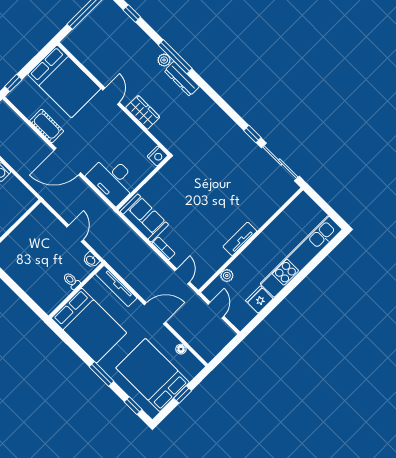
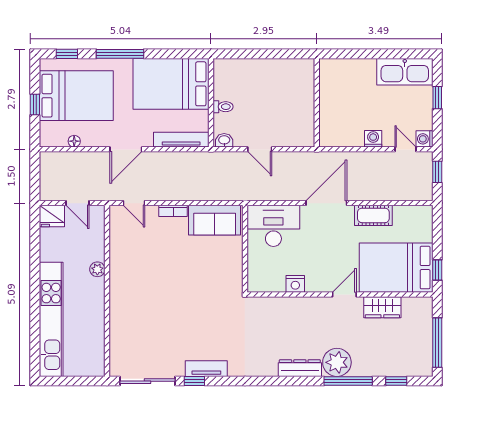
window: (175, 57) -> (348, 381), moved
plant: (164, 60) -> (337, 362), width x1.88, depth x1.88
window: (13, 83) -> (437, 270), moved
door: (111, 96) -> (344, 294), swing flipped
wardrobe: (143, 112) -> (382, 307), moved
nightstand: (157, 156) -> (295, 284), moved, turned -90
tv unit: (240, 239) -> (206, 369), moved, turned -90
plant: (227, 276) -> (97, 269), moved
fridge: (259, 300) -> (52, 216), moved, turned 90
window: (101, 374) -> (120, 54), width x1.44

